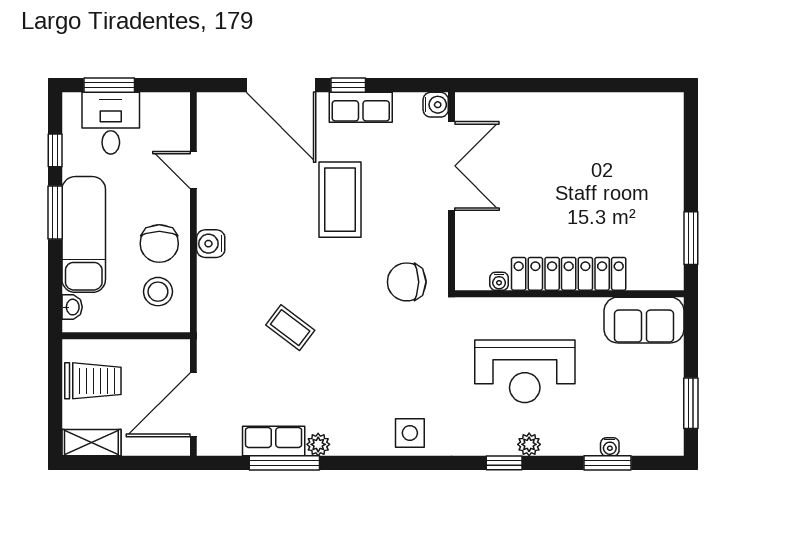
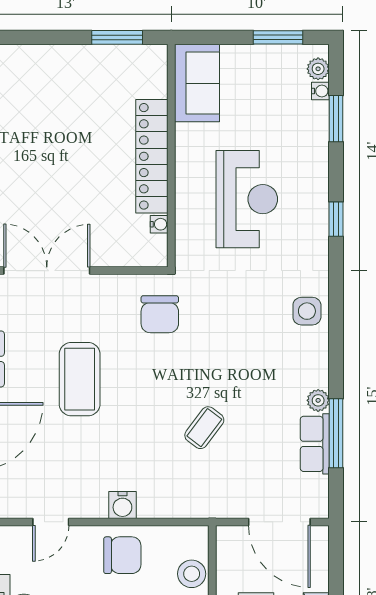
coffee table: (340, 200) -> (80, 379), turned 90
stool: (158, 292) -> (192, 574), moved
plant: (529, 444) -> (318, 69), moved
water cooler: (610, 447) -> (320, 91), moved

